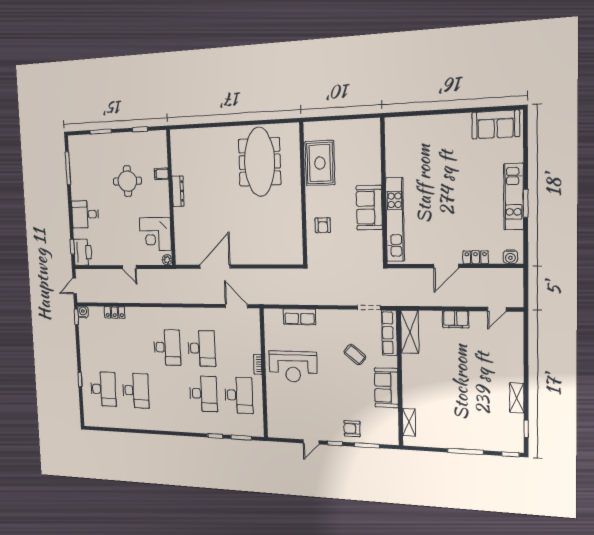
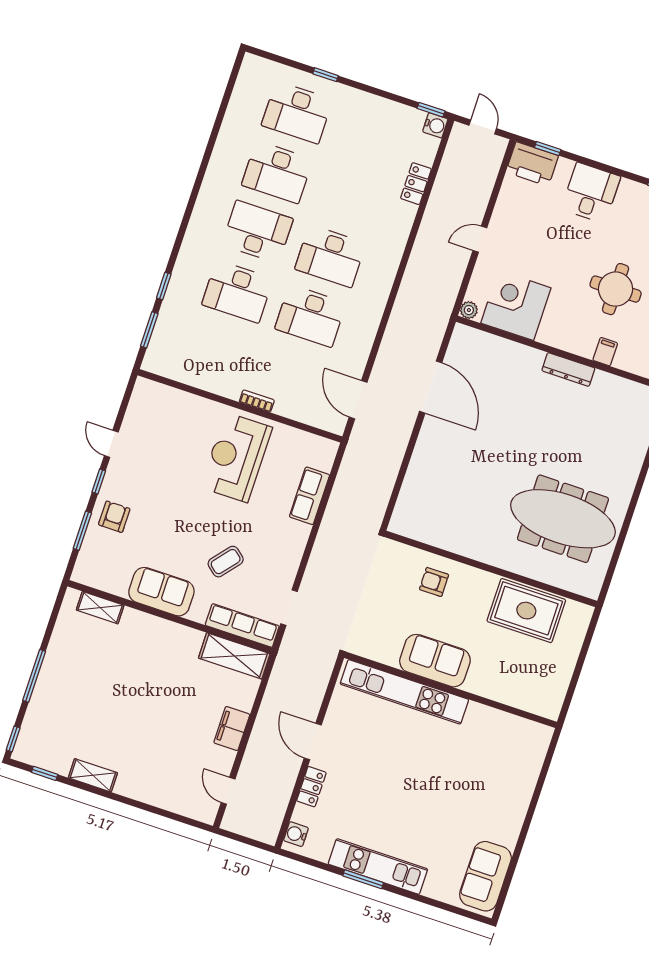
door: (236, 306) -> (358, 400), swing flipped
desk: (239, 395) -> (257, 232), moved, turned 180

